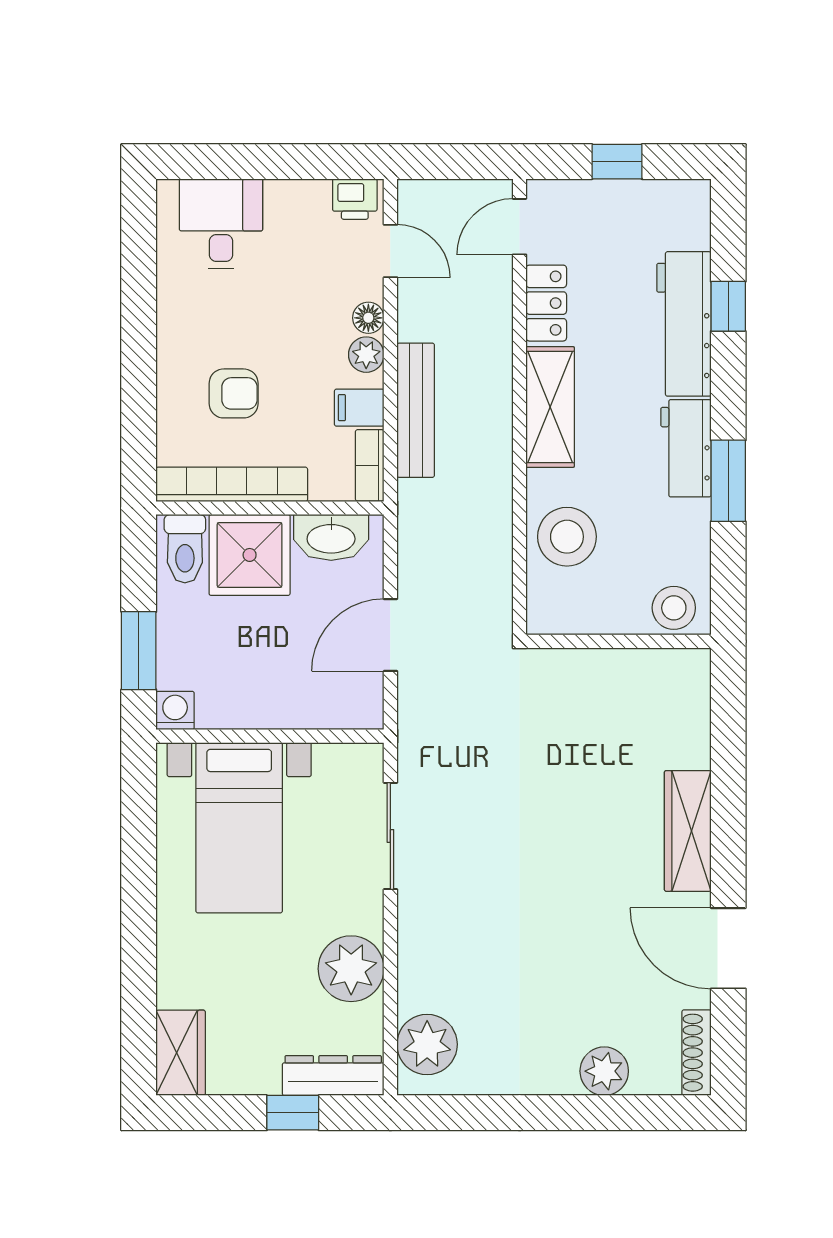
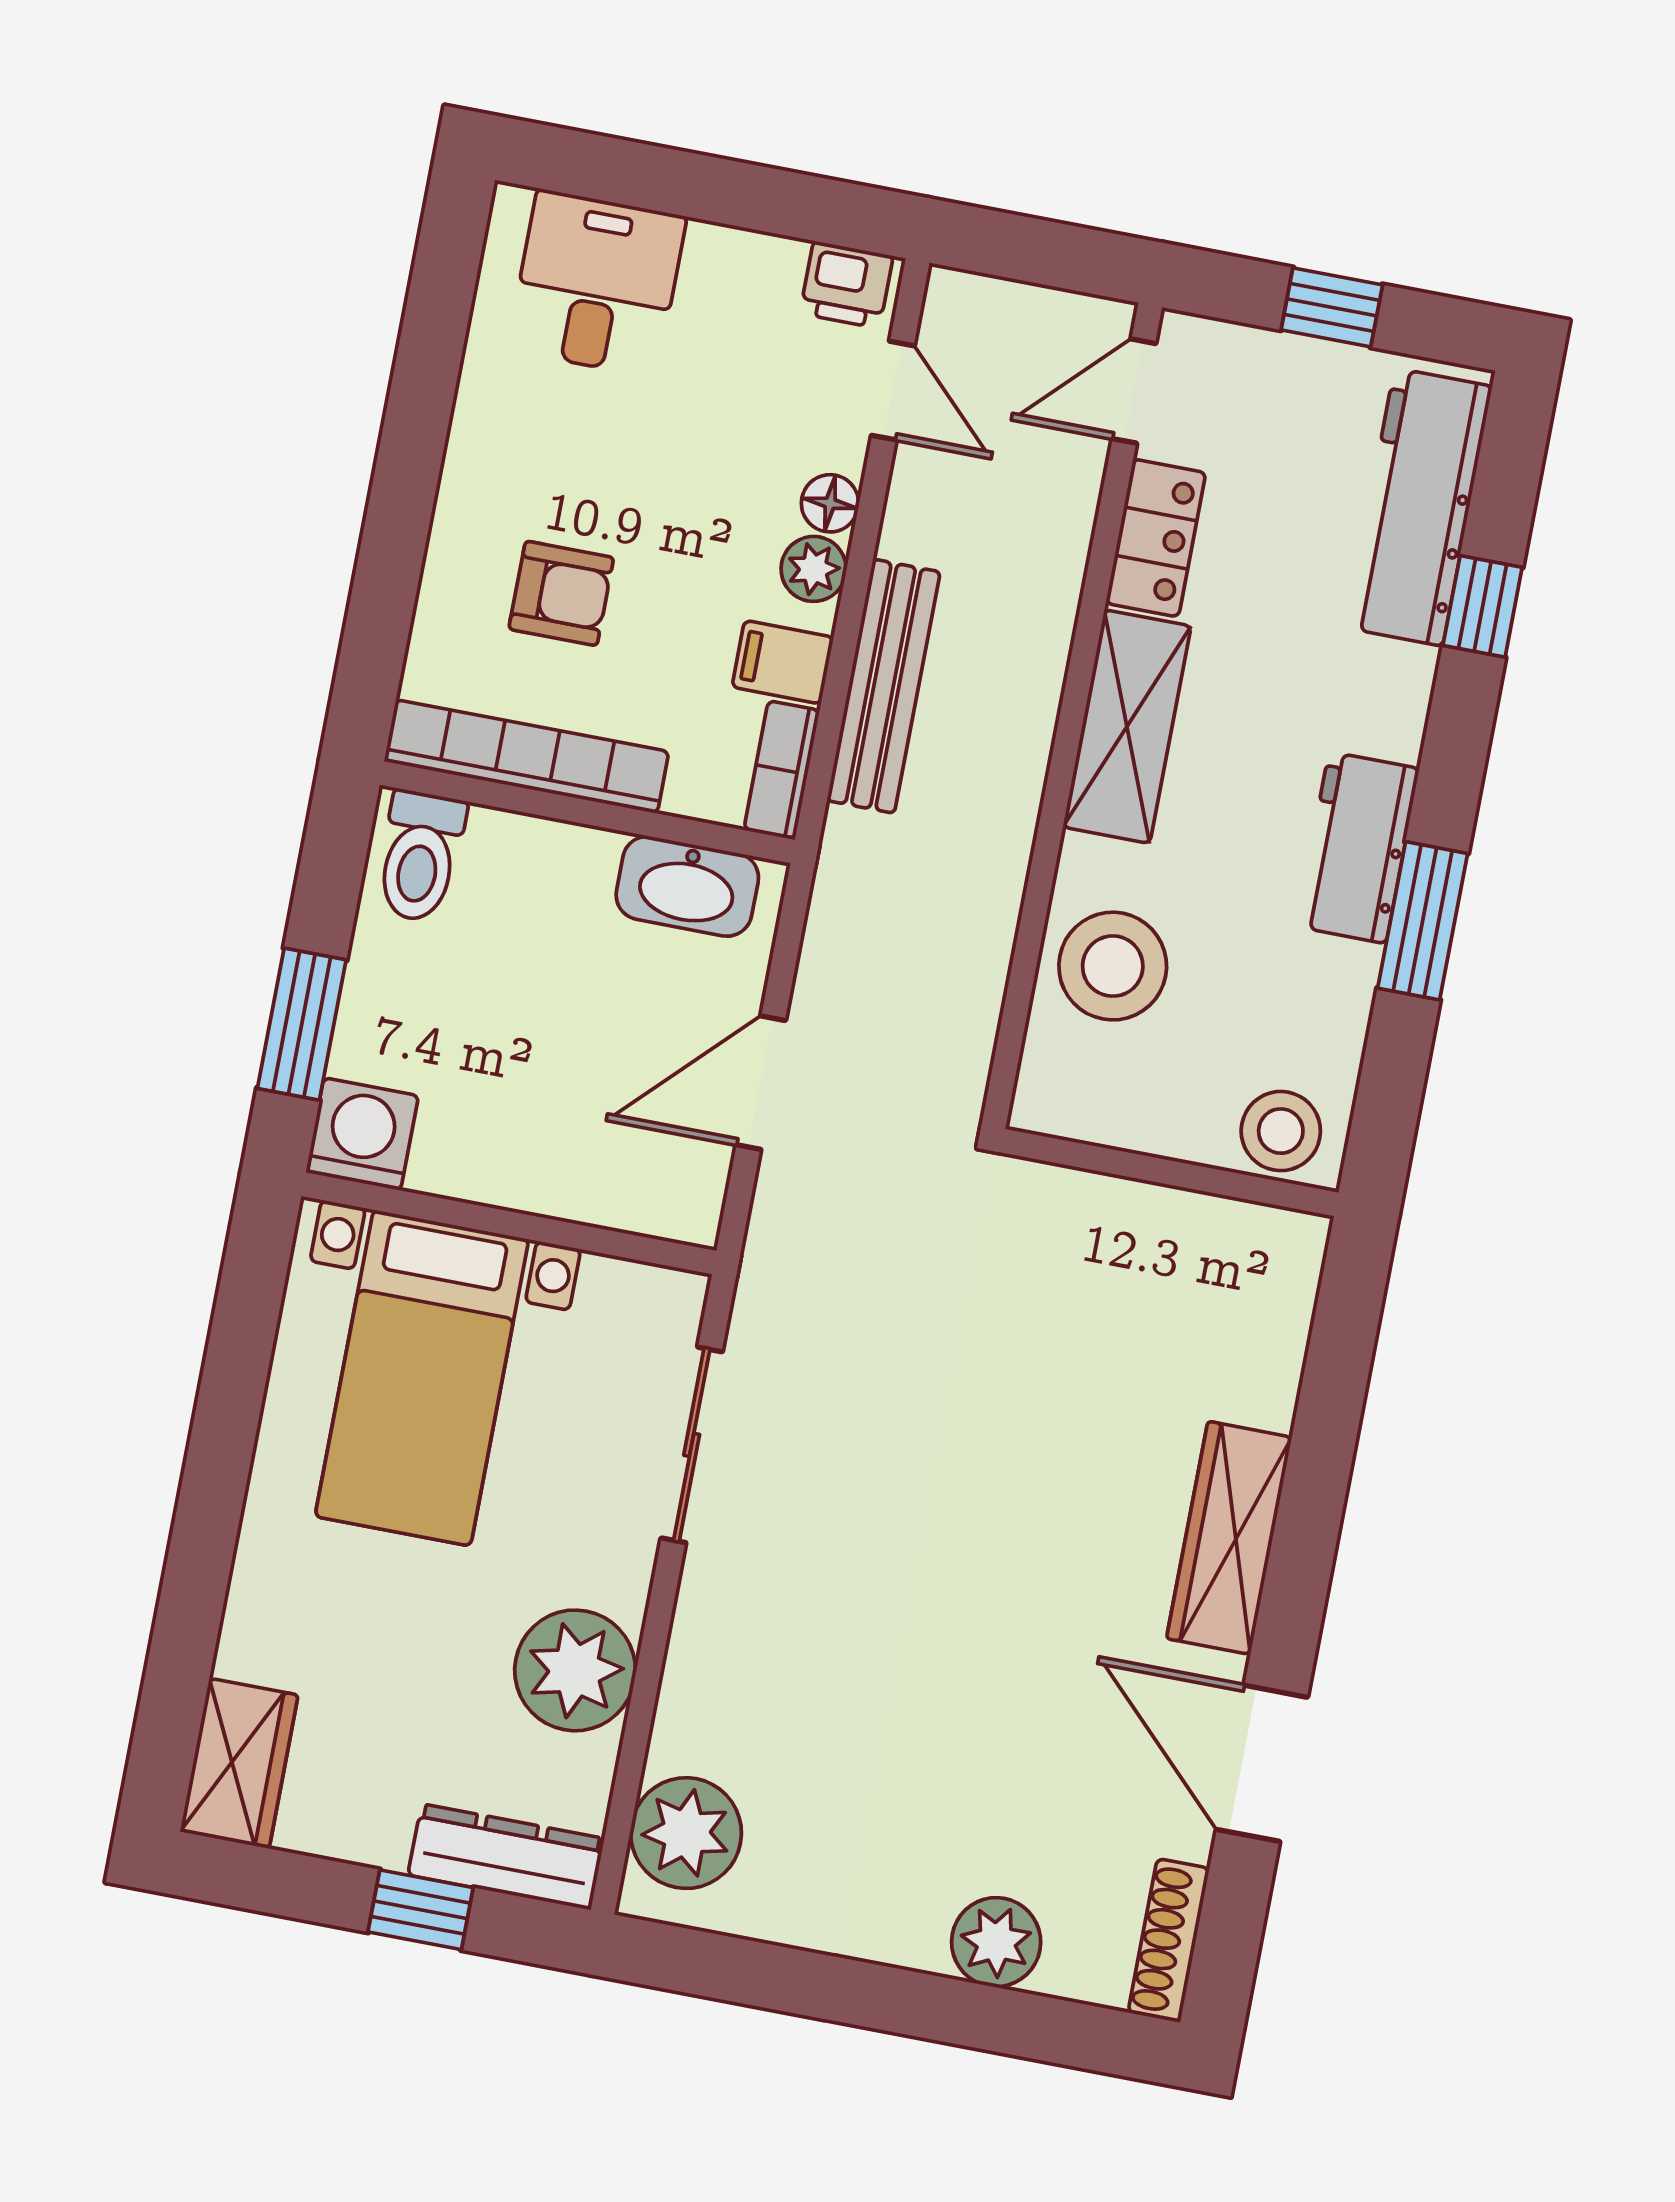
workbench: (684, 324) -> (1419, 507), moved
shower: (250, 555) -> (535, 890), removed
washing machine: (175, 711) -> (362, 1134), width x1.38, depth x1.38

